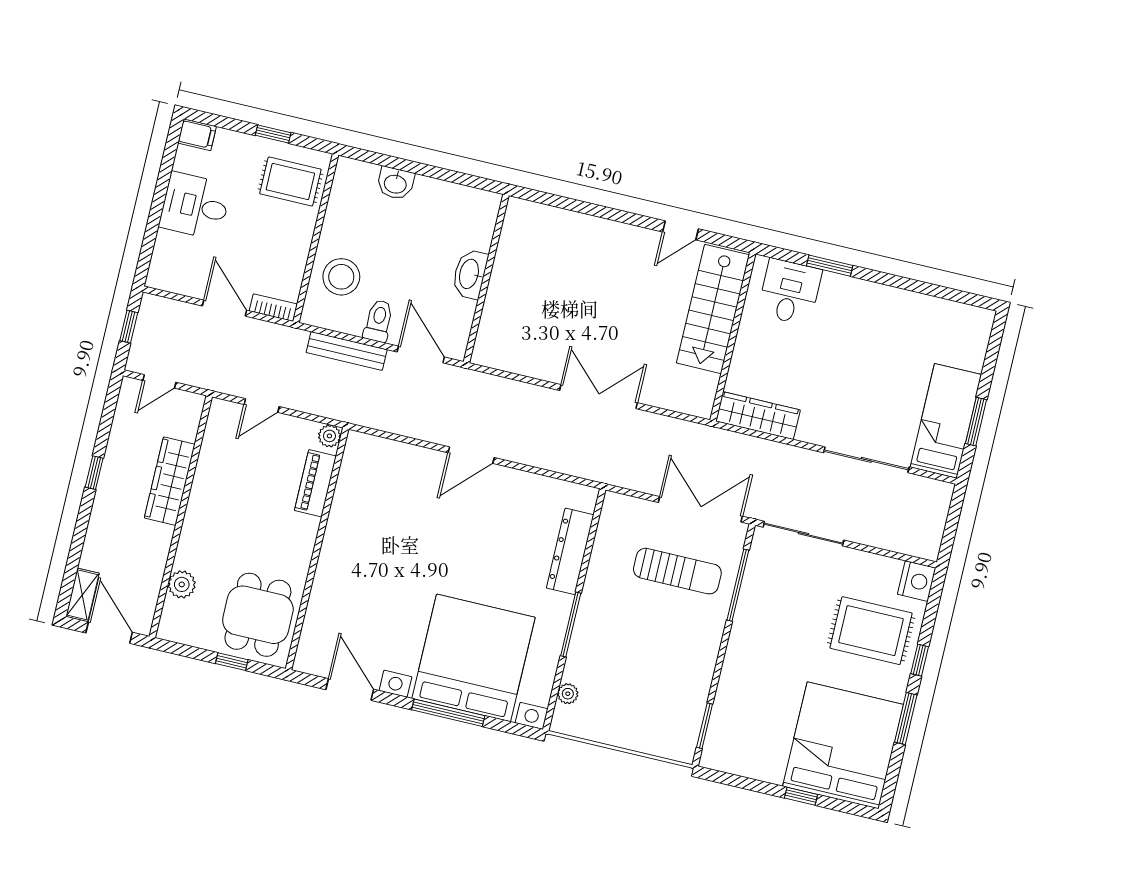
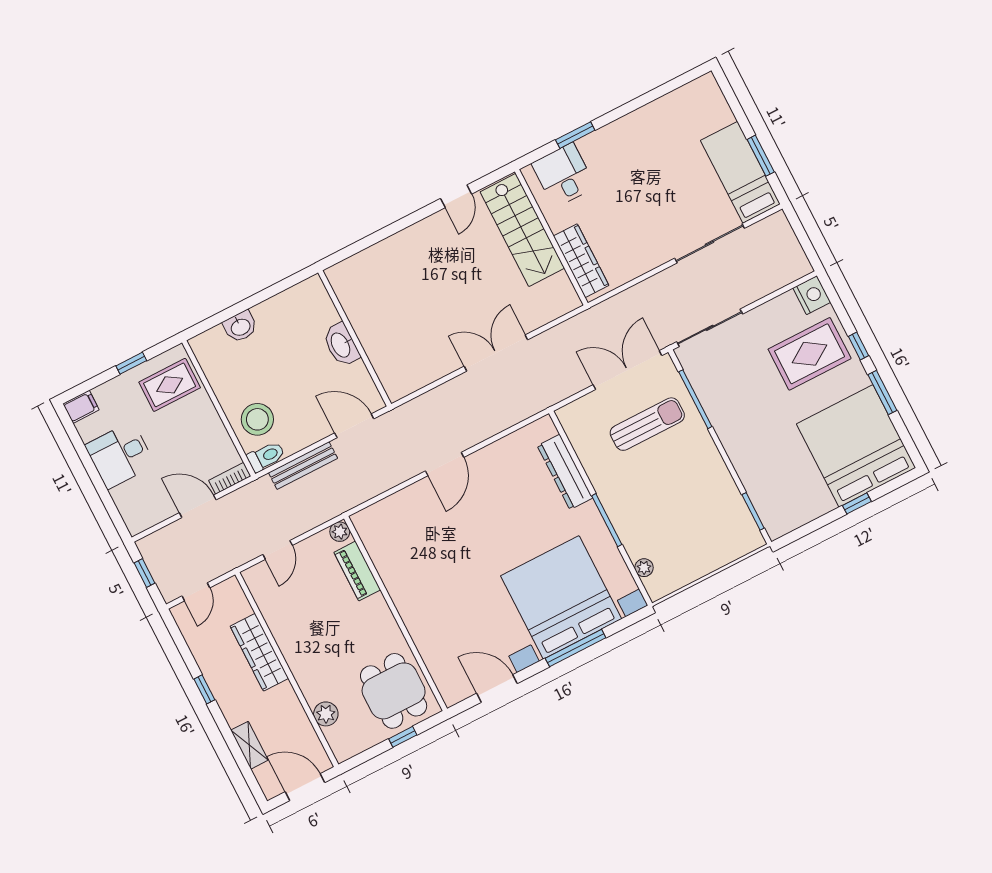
toilet: (378, 321) -> (266, 456), moved, turned 90
wardrobe: (758, 416) -> (581, 261), moved, turned 90
shelving: (82, 595) -> (249, 745), moved

